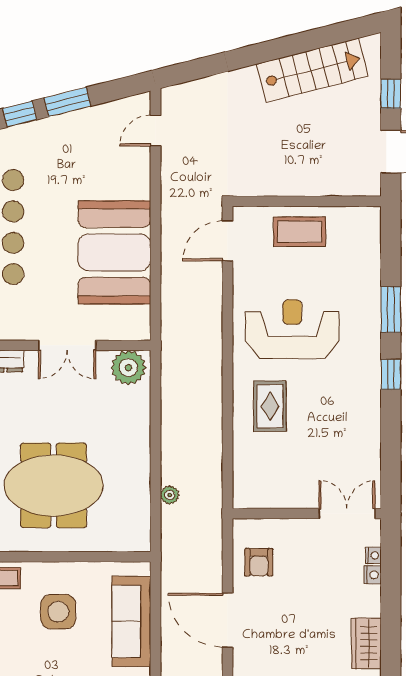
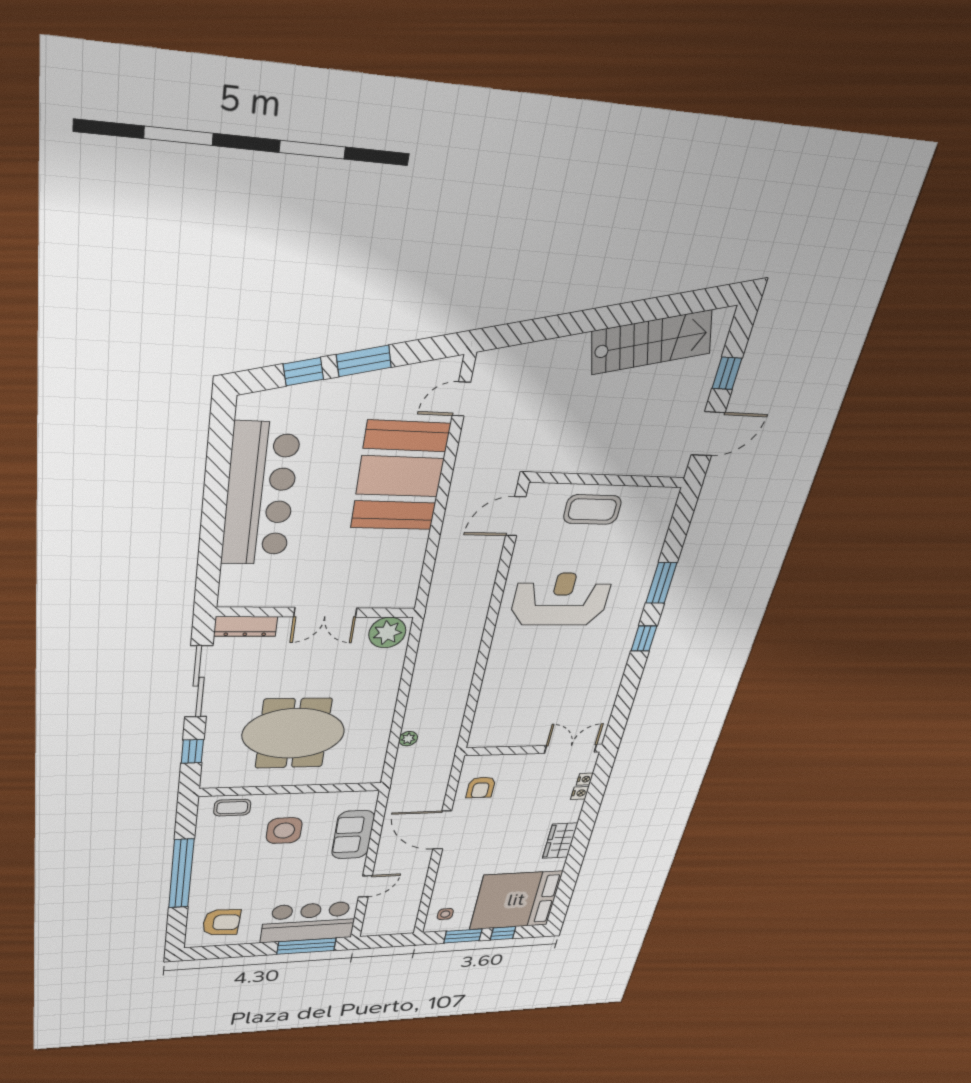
booth: (114, 252) -> (400, 476), moved
rug: (270, 406) -> (522, 665), removed
sofa: (131, 621) -> (353, 835), width x0.73

